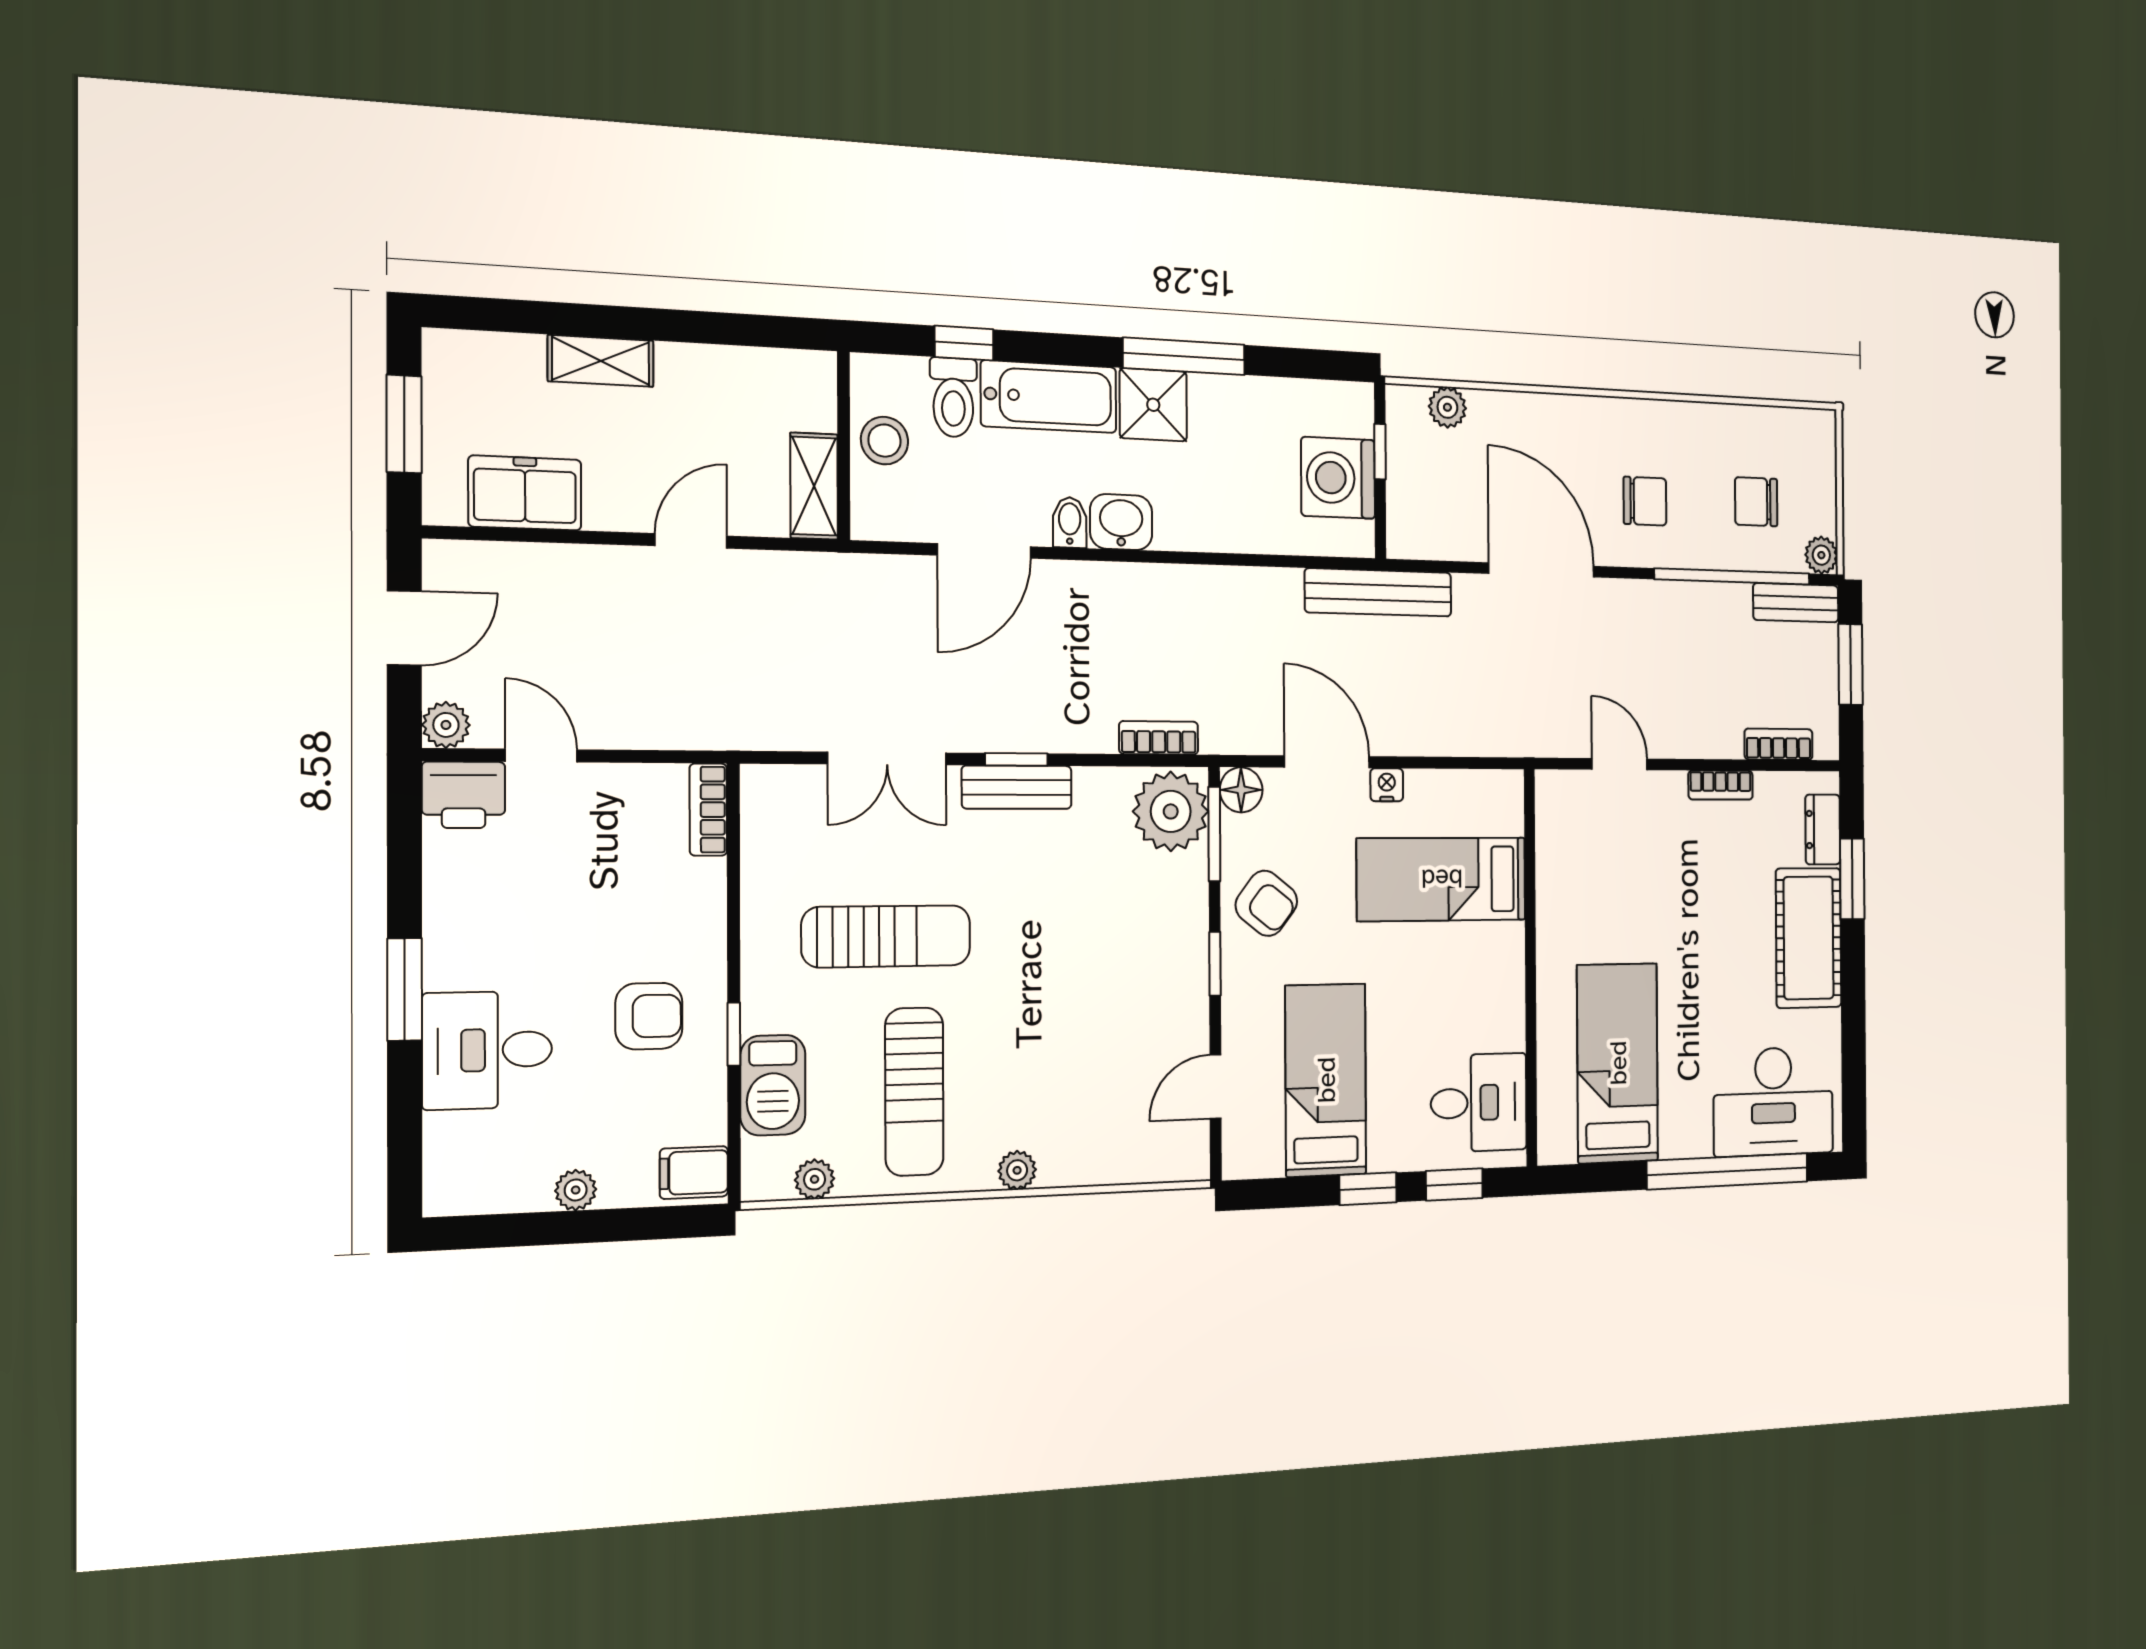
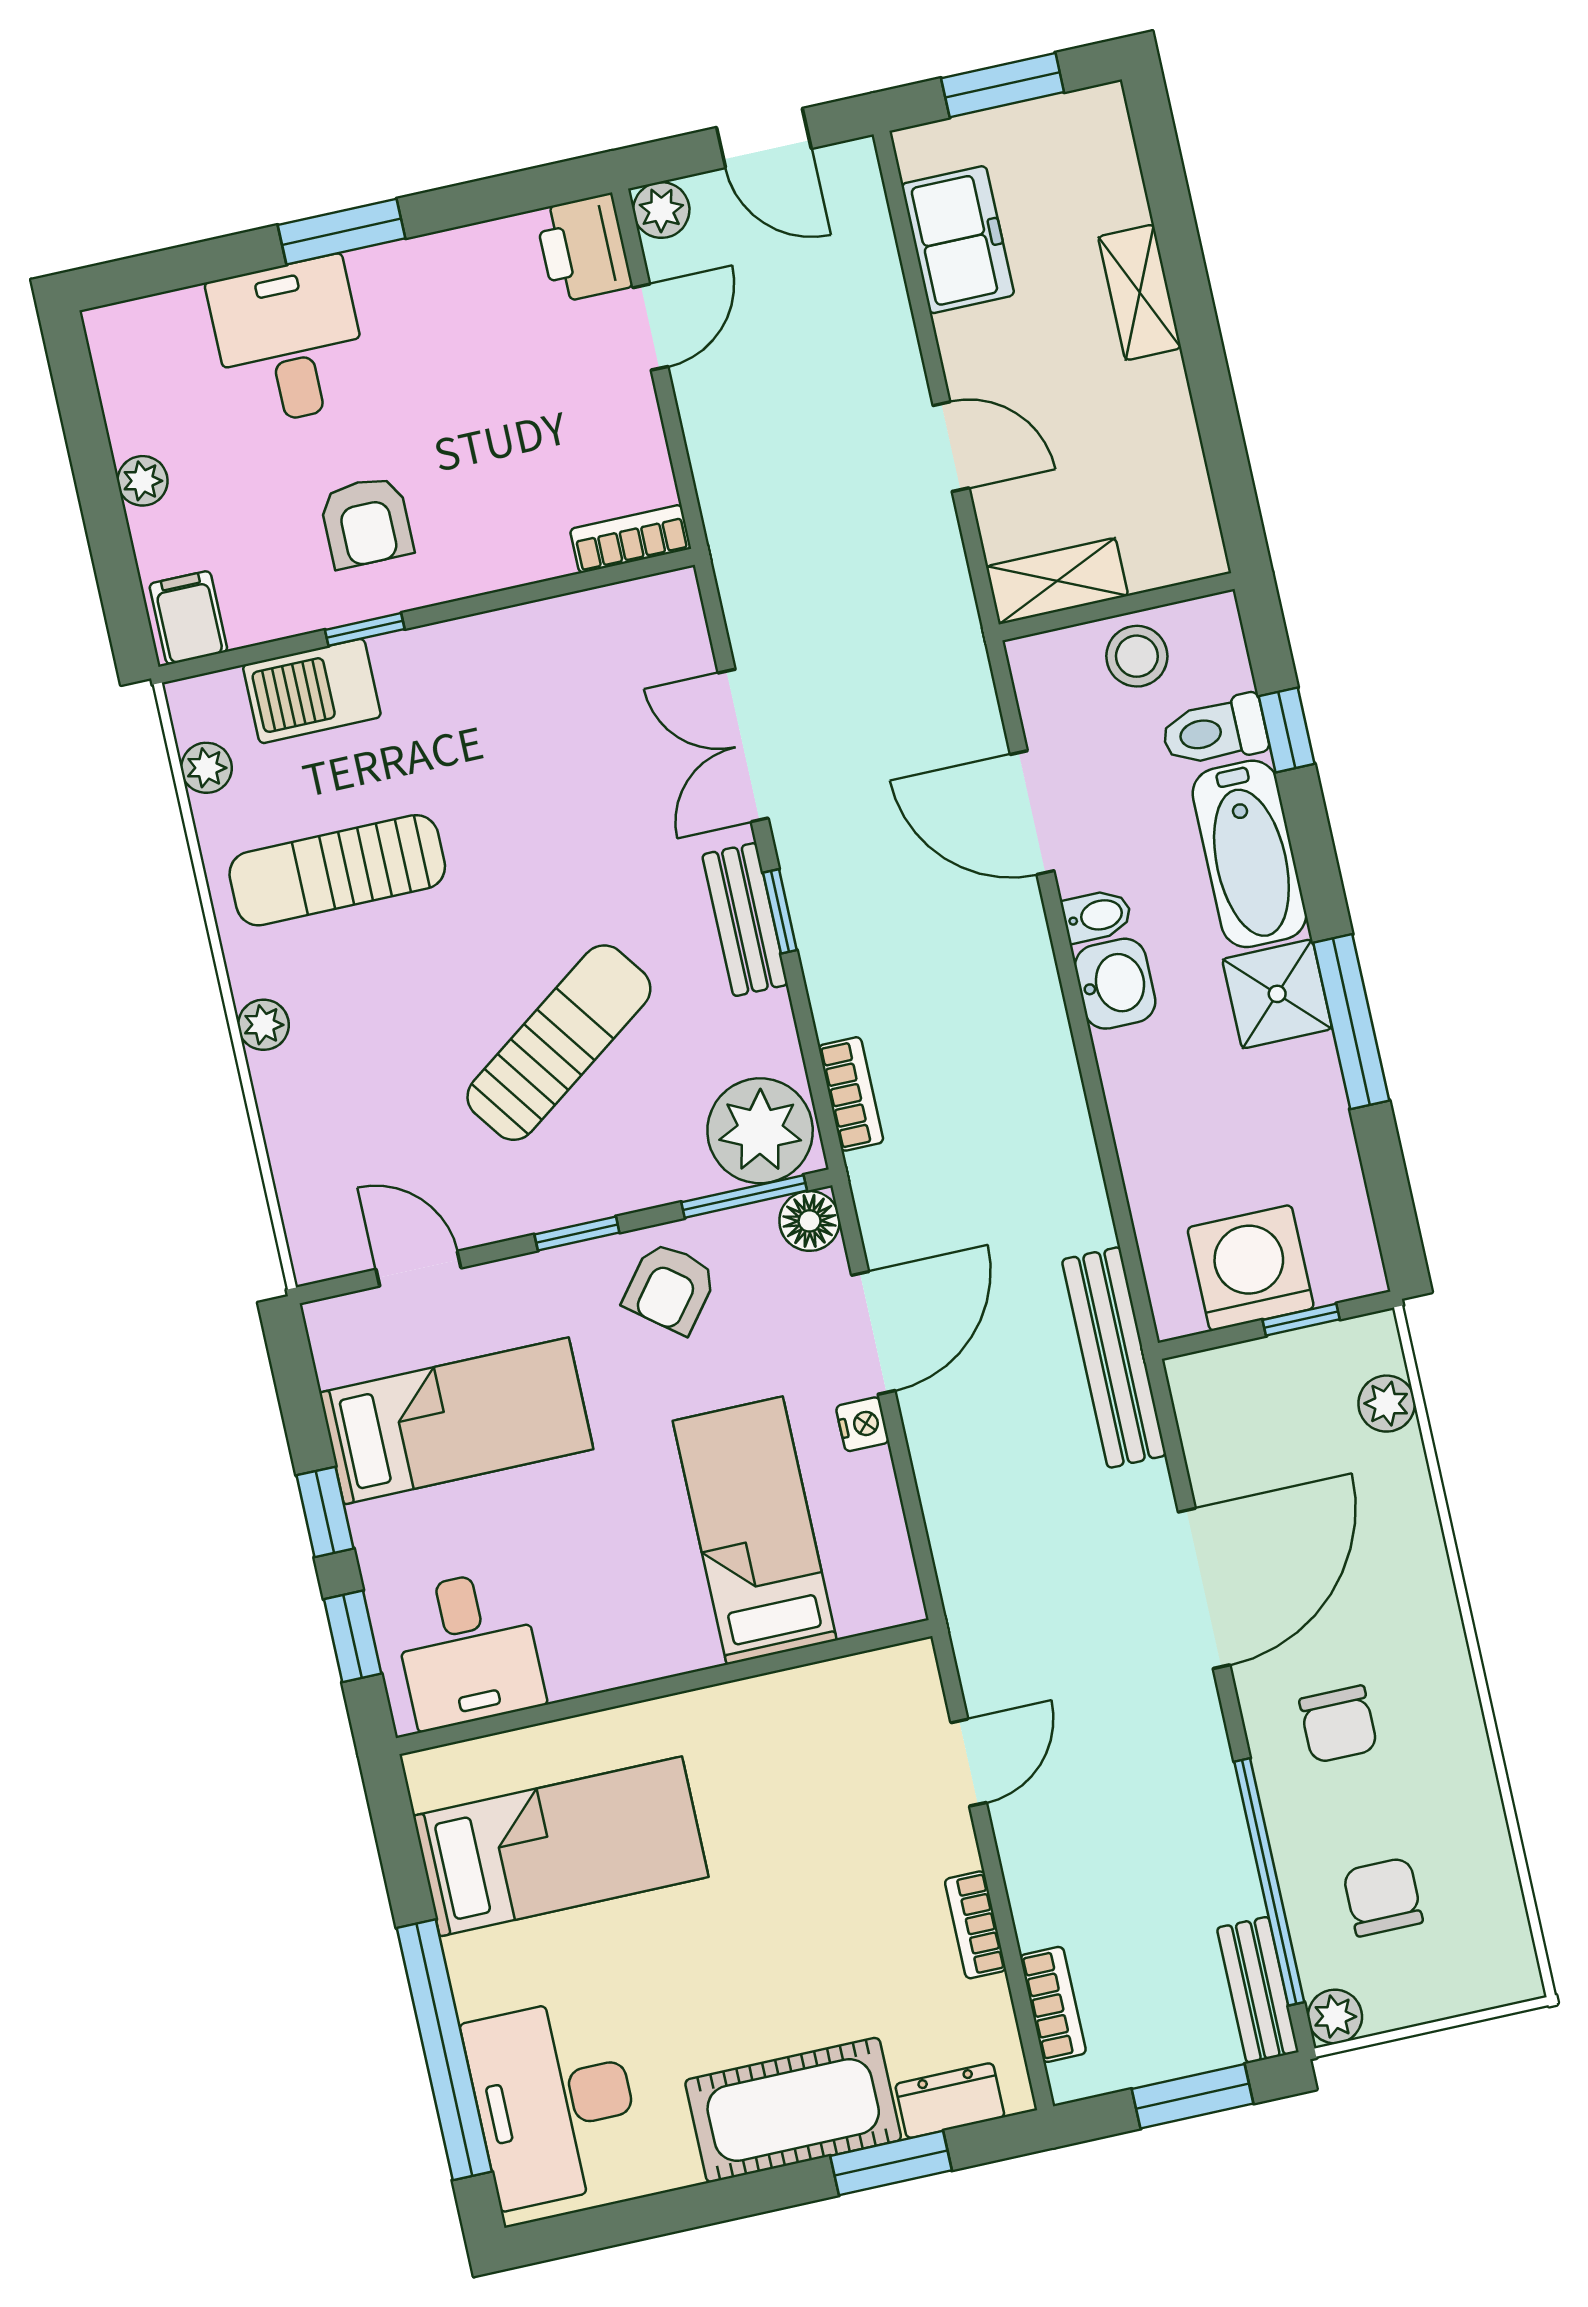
sun lounger: (886, 936) -> (559, 1043), moved, turned -126

